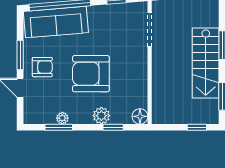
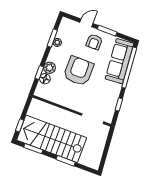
stairs: (206, 63) -> (52, 139), width x1.36, depth x1.51
floor lamp: (140, 116) -> (45, 79), moved

